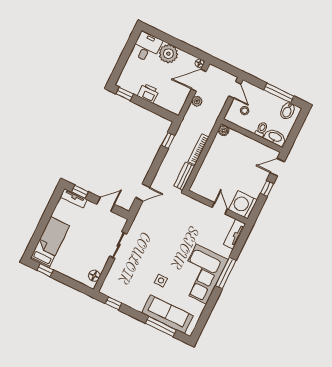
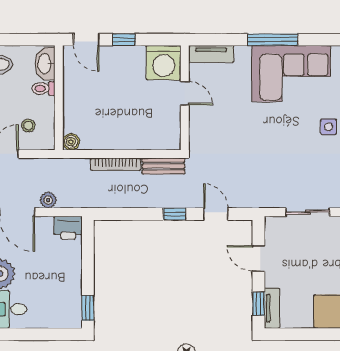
printer: (148, 93) -> (68, 228), moved, turned -90
window: (168, 140) -> (175, 214), moved
door: (220, 208) -> (185, 93), swing flipped

